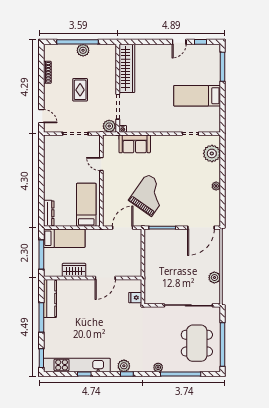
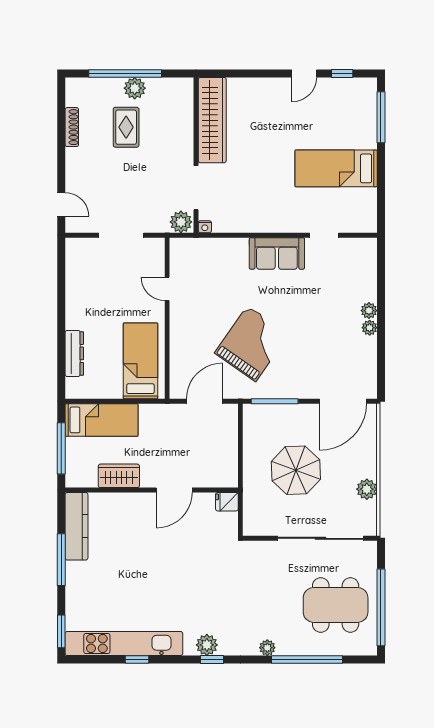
rug: (80, 90) -> (126, 127), moved
sofa: (135, 144) -> (277, 253), moved
plant: (212, 153) -> (369, 311), moved, width x0.53, depth x0.53
dresser: (49, 213) -> (74, 353), moved
parasol: (174, 267) -> (296, 470), added
fridge: (135, 298) -> (227, 502), moved
dining table: (197, 343) -> (336, 605), turned 90

